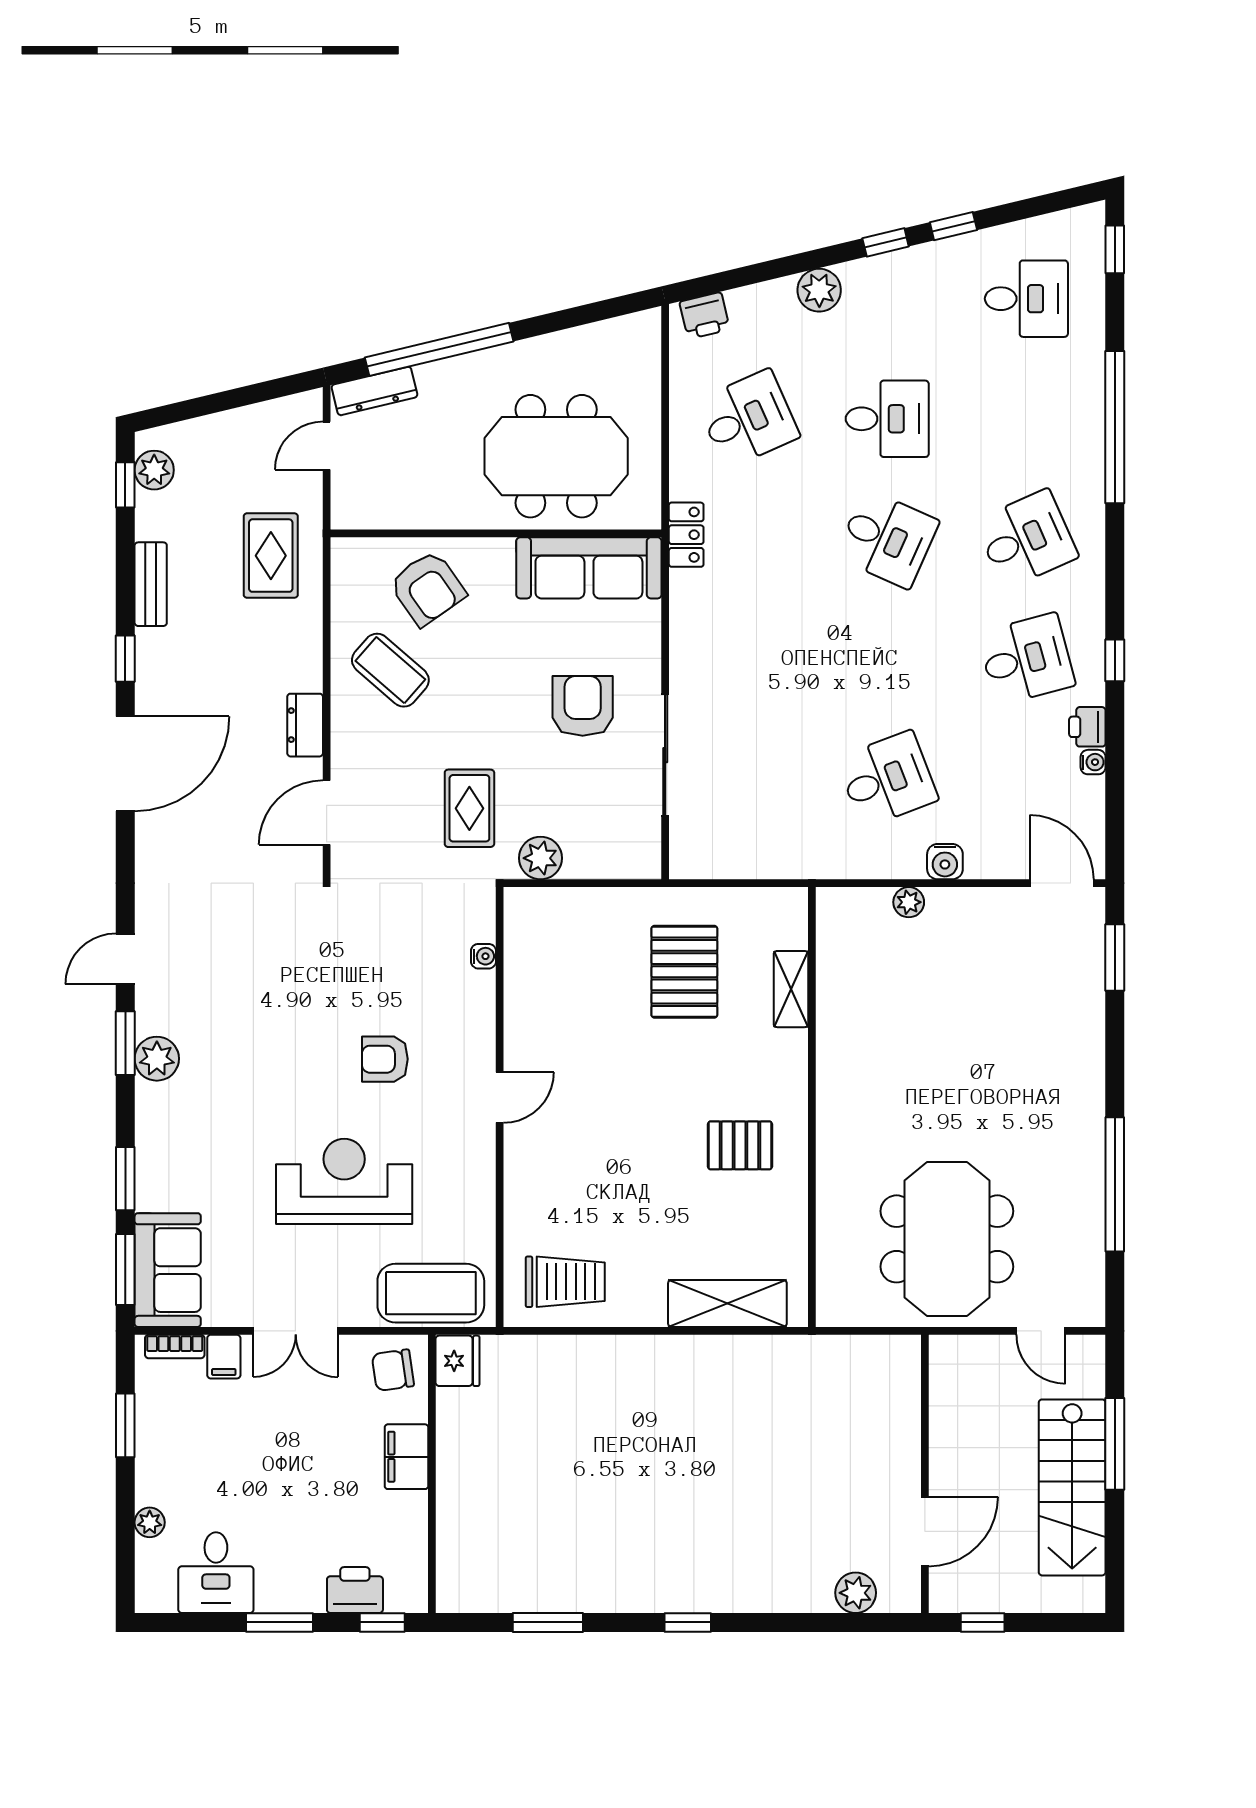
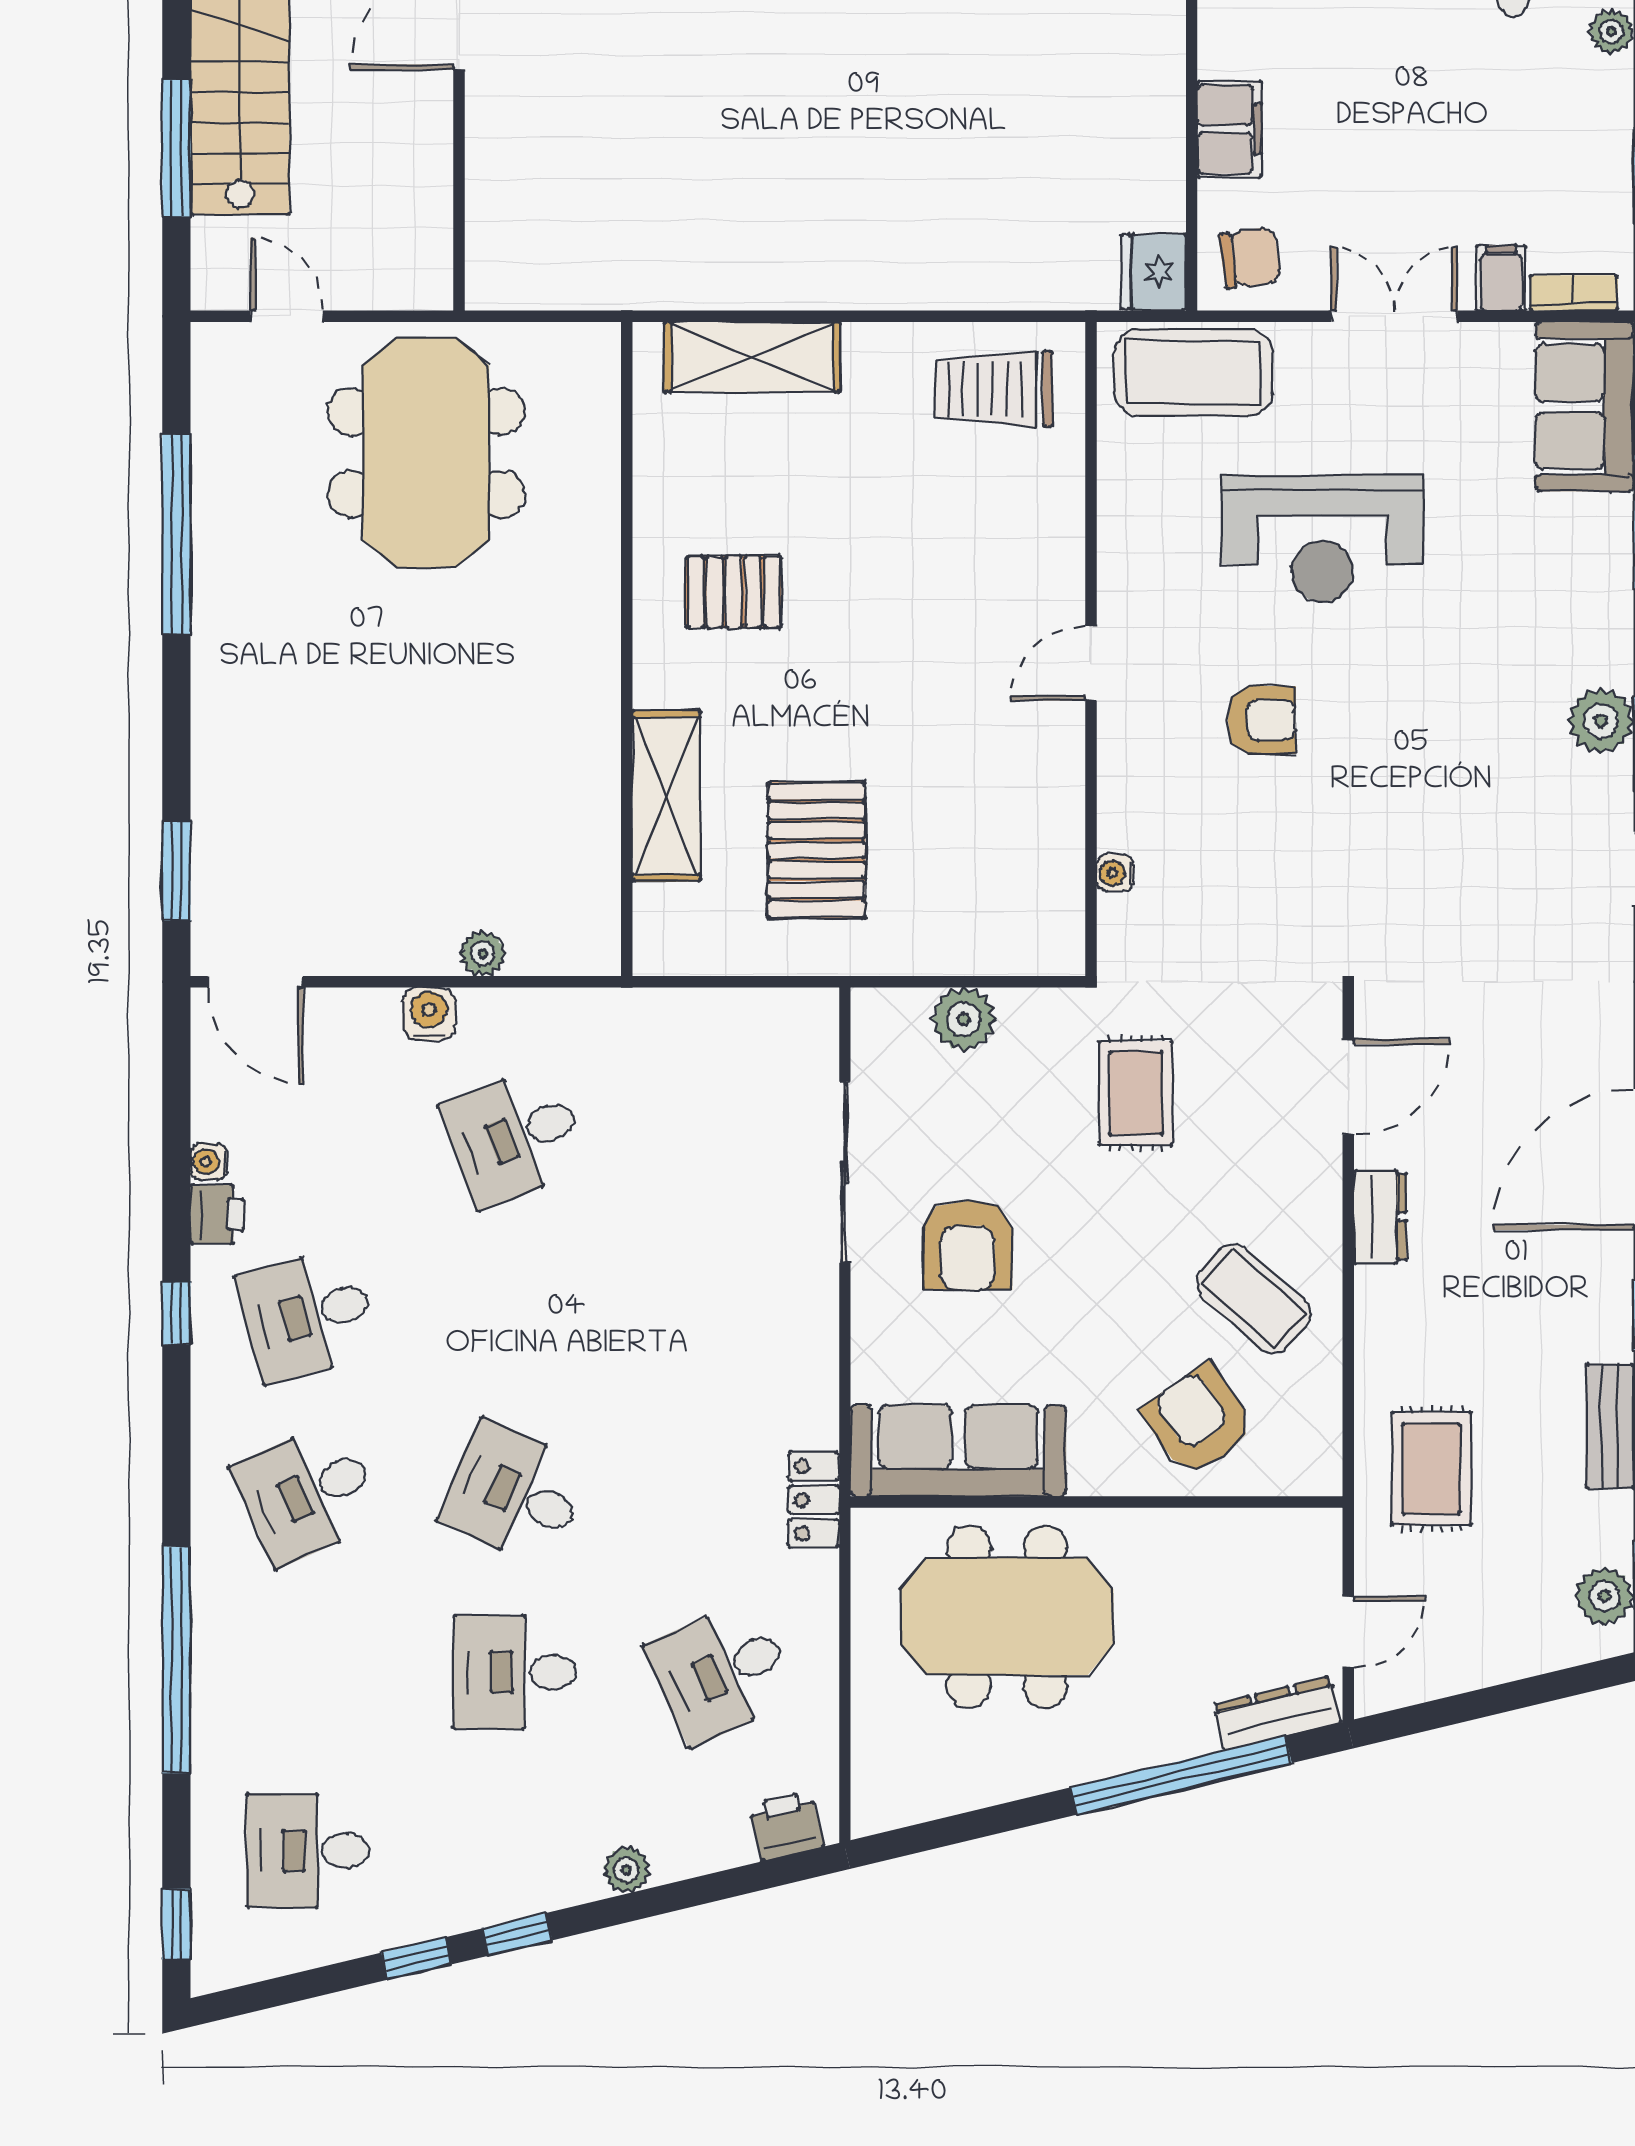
plant: (819, 290) -> (627, 1870), width x0.73, depth x0.73
plant: (541, 858) -> (964, 1019), moved
shelving: (791, 989) -> (666, 796), width x1.50, depth x1.33

